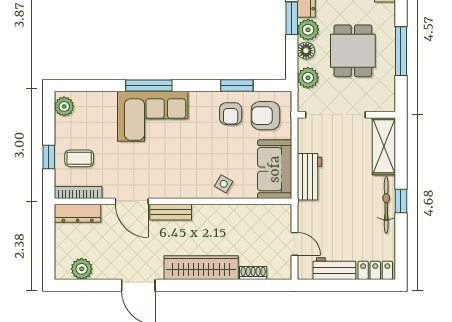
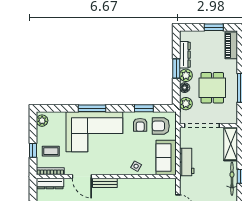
corner sofa: (153, 116) -> (94, 132), width x1.36, depth x1.36

